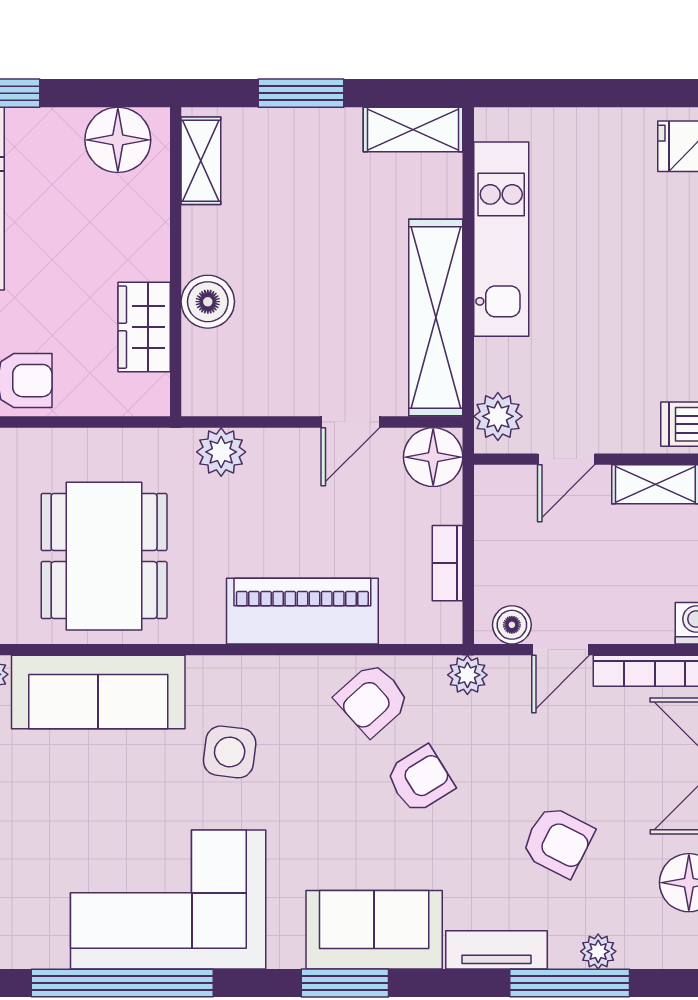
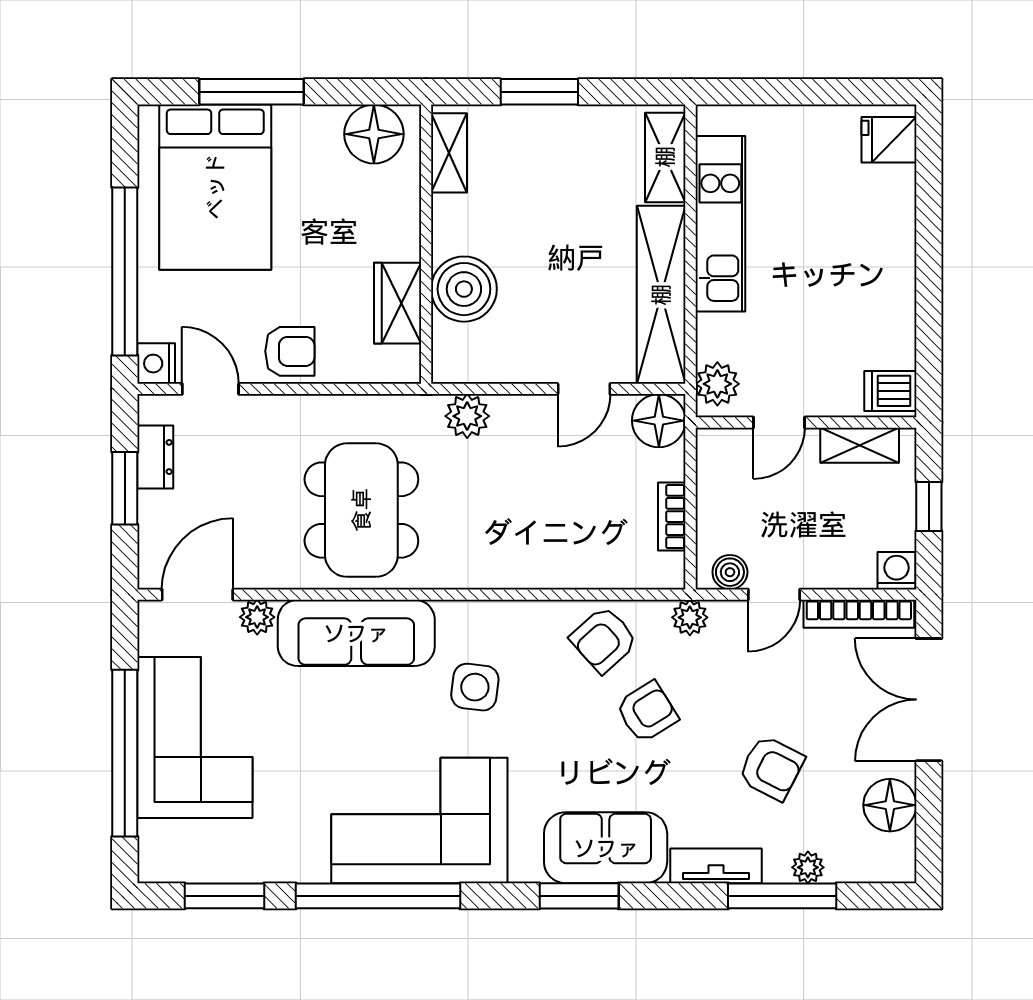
shelving: (413, 129) -> (665, 157), moved, turned 90
boiler: (208, 302) -> (464, 289), width x1.37, depth x1.37
piano: (302, 611) -> (541, 560), removed

